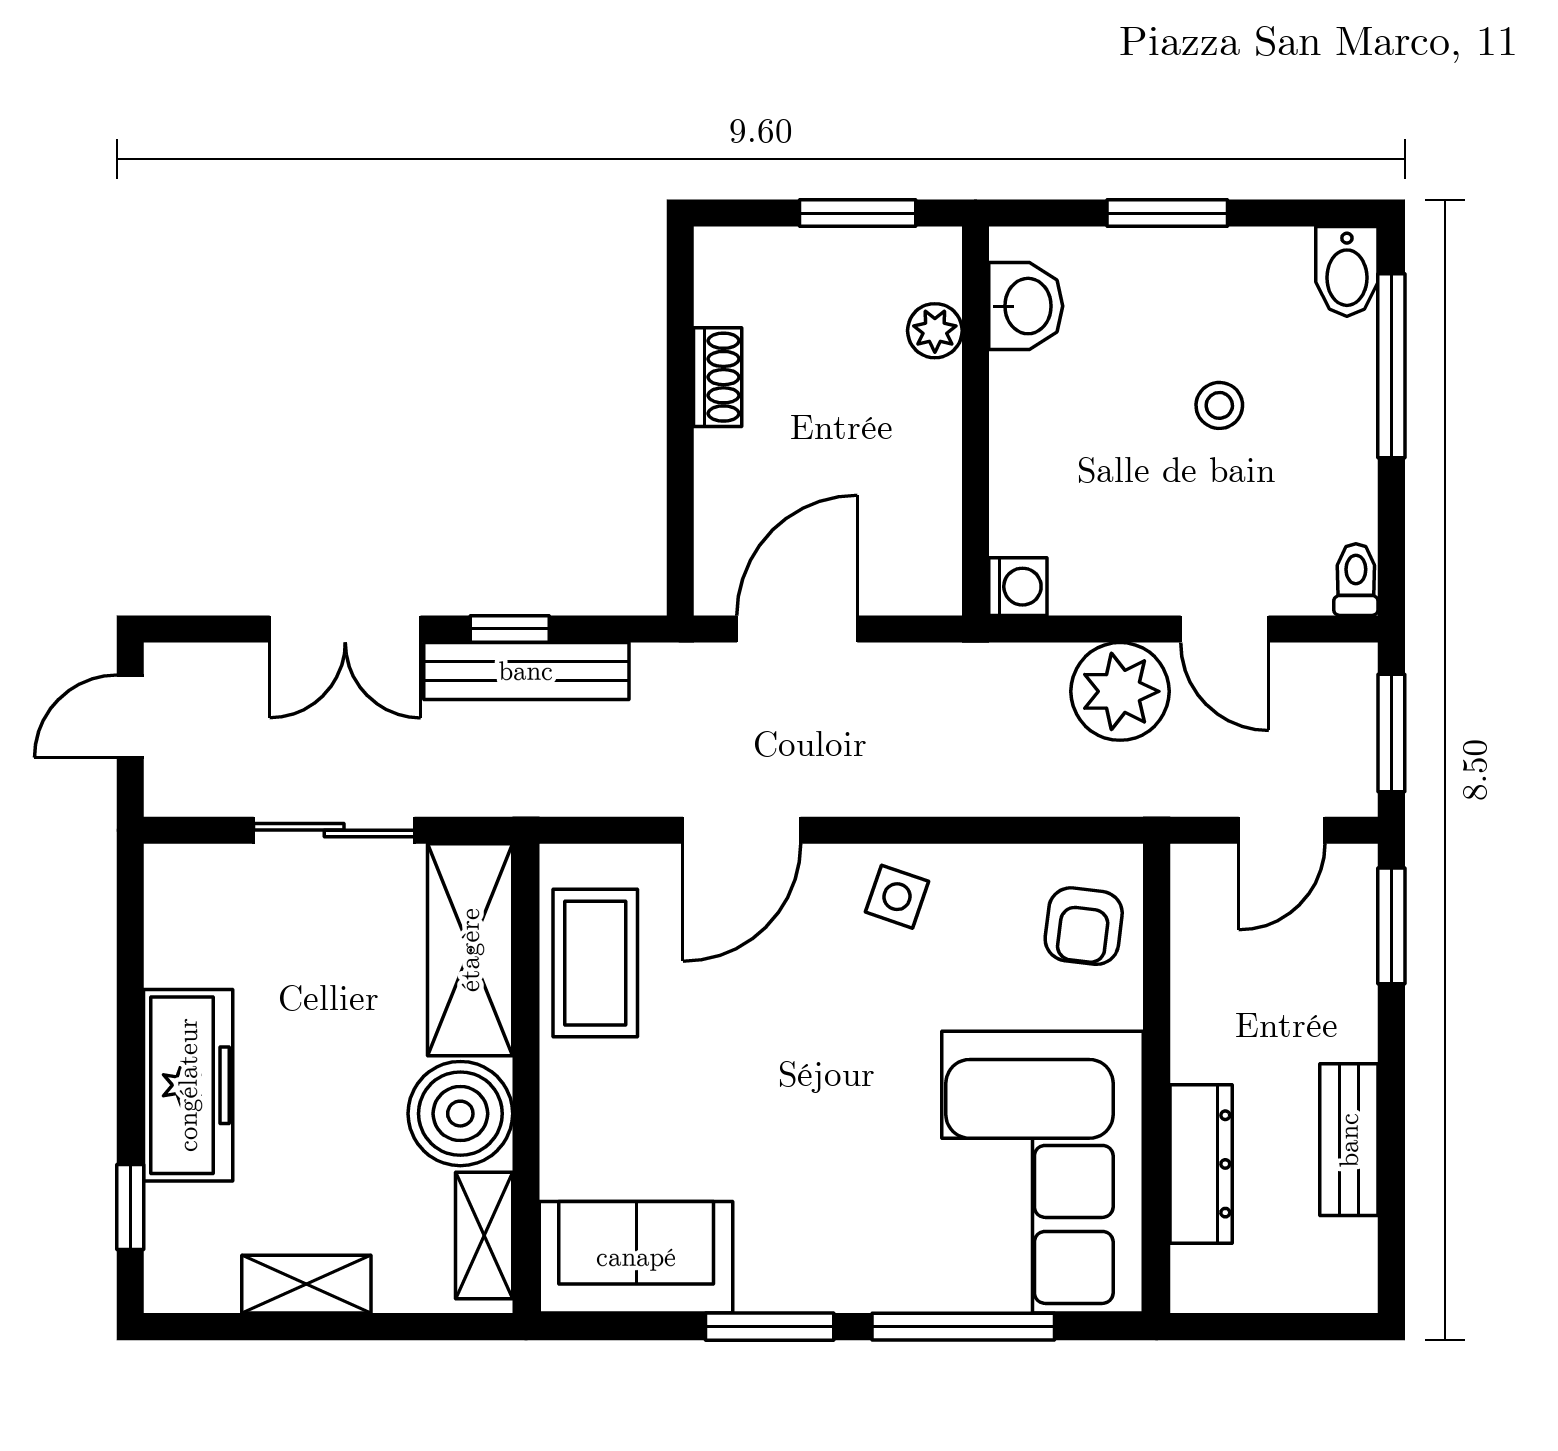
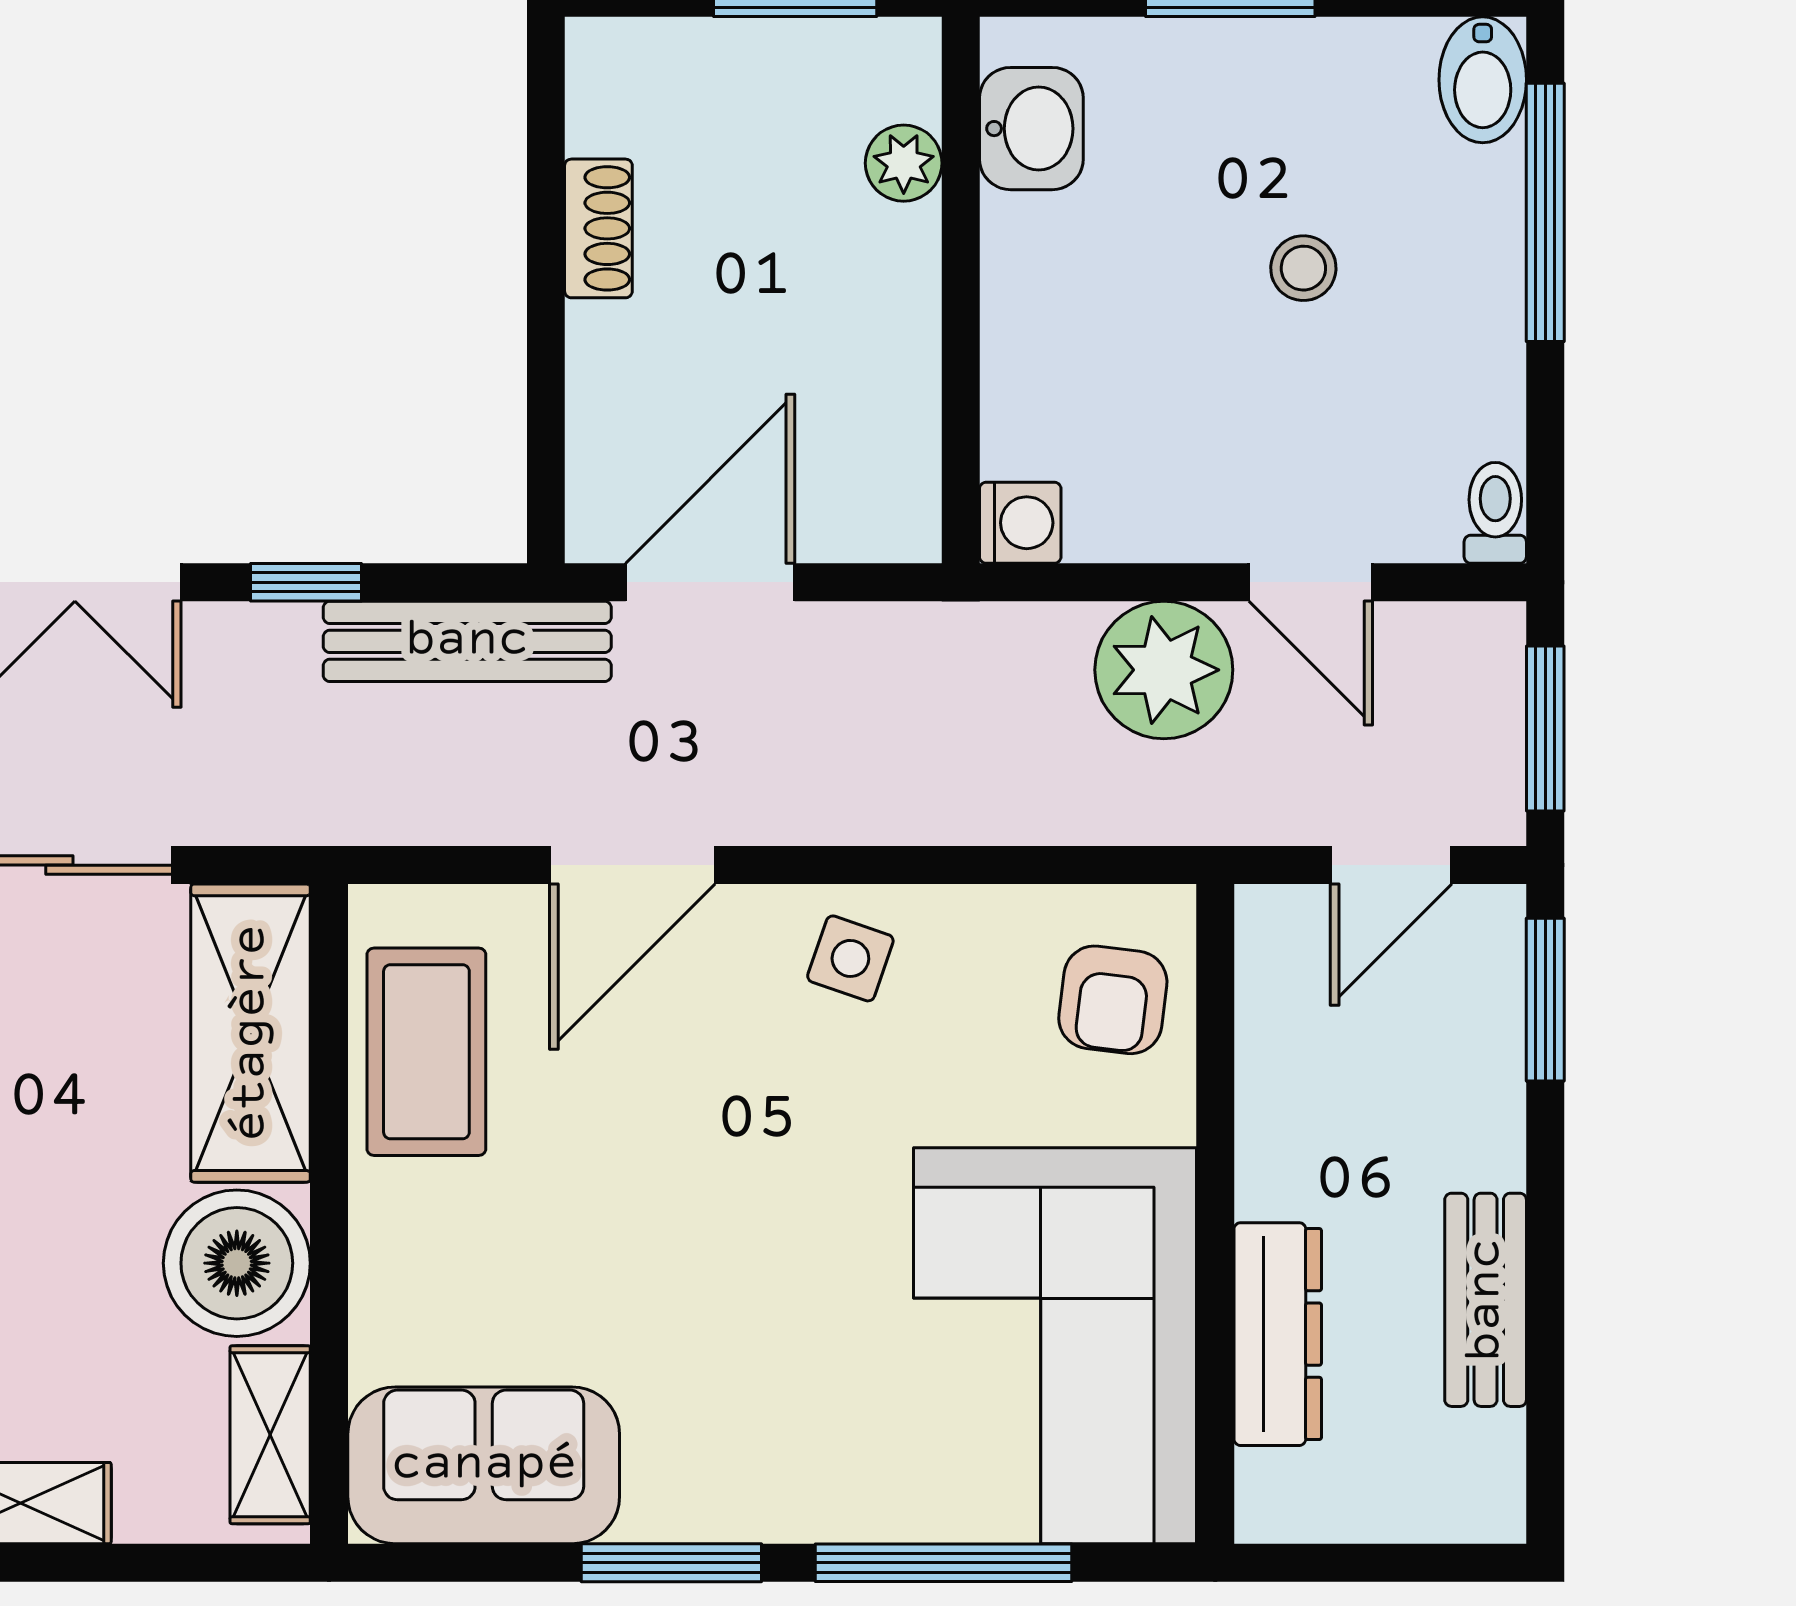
bench: (526, 671) -> (467, 641), moved

